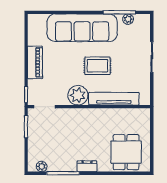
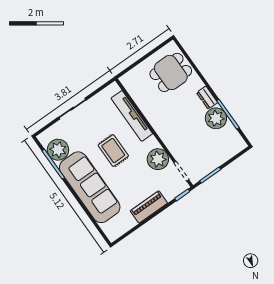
plant: (128, 19) -> (58, 150), width x1.87, depth x1.87
plant: (78, 95) -> (158, 159), moved
plant: (42, 166) -> (216, 118), moved, width x1.88, depth x1.88

